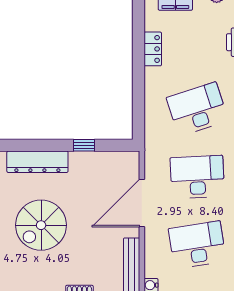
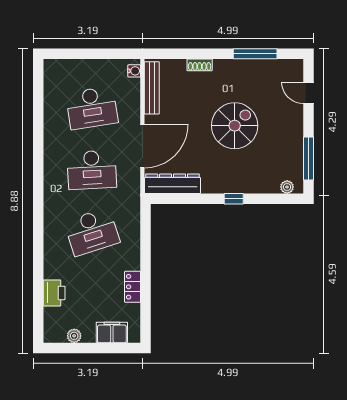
window: (84, 145) -> (234, 199), moved
dresser: (37, 162) -> (173, 184), moved

